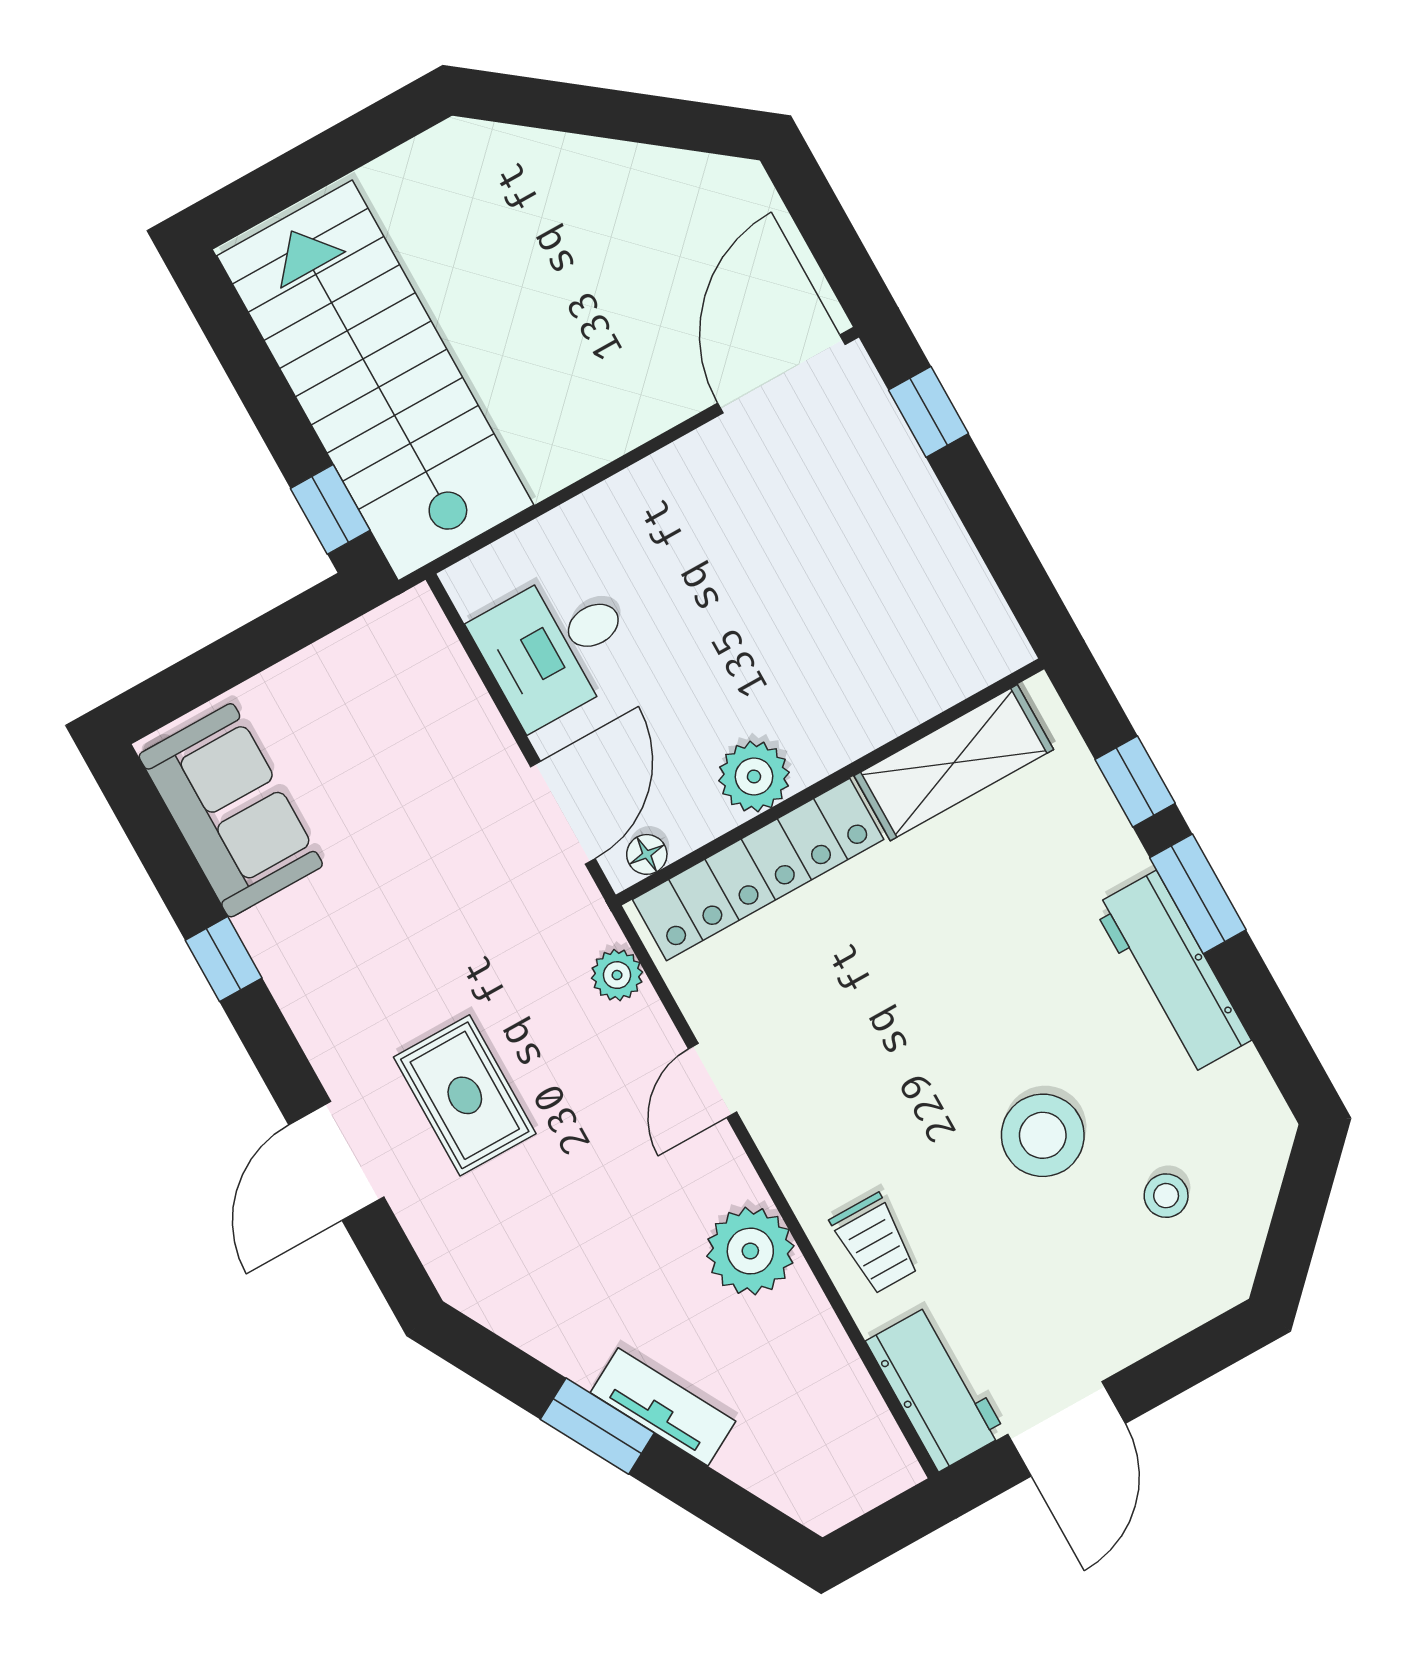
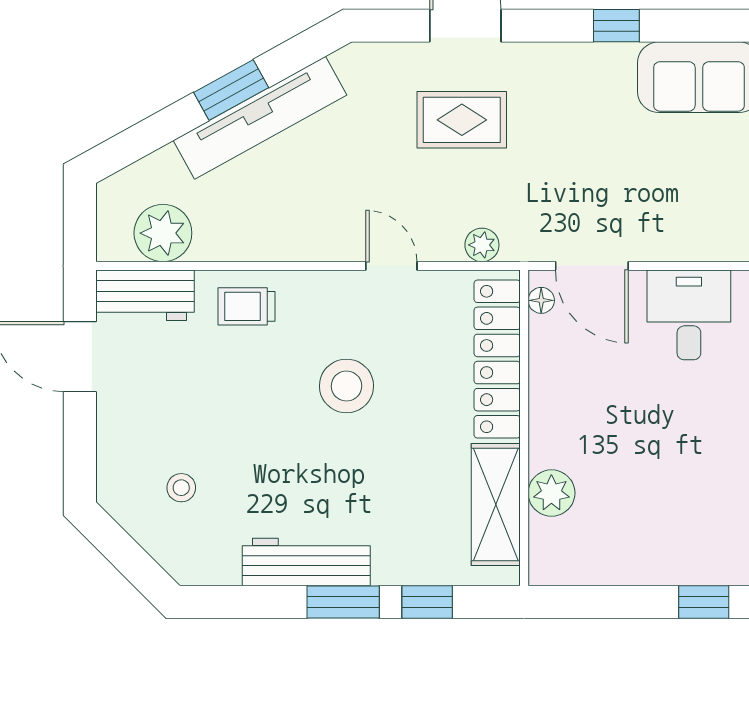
plant: (754, 777) -> (551, 493), moved
stool: (1043, 1135) -> (346, 386), moved
plant: (750, 1251) -> (163, 233), moved
tv unit: (663, 1407) -> (260, 118), width x1.92, depth x1.29

